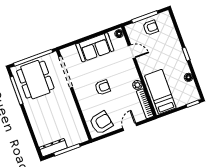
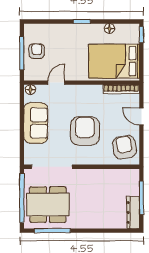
plant: (137, 85) -> (97, 90), removed
armchair: (103, 87) -> (85, 131), width x1.88, depth x1.88
bed: (160, 92) -> (114, 61), width x1.50

